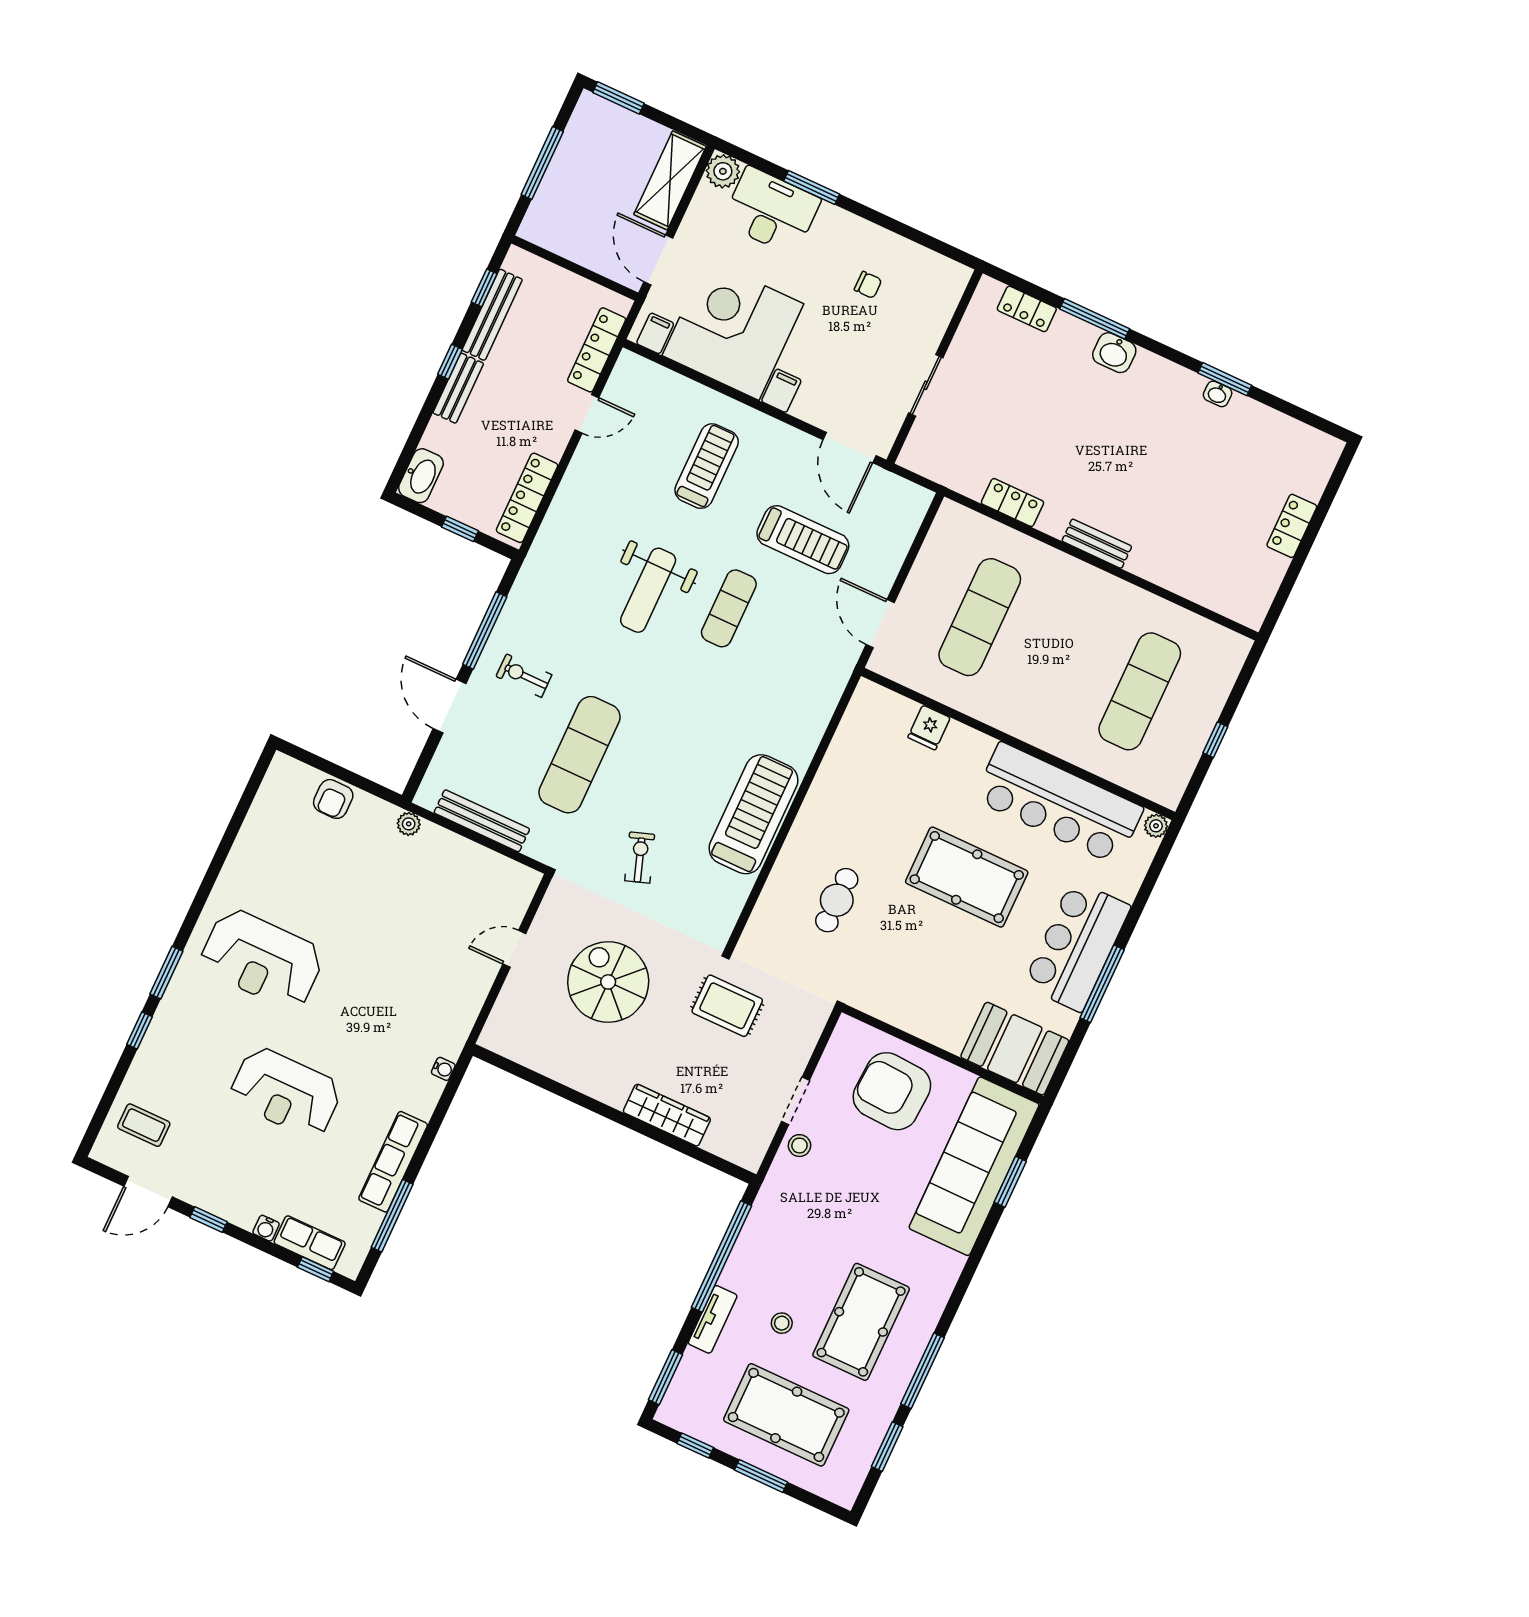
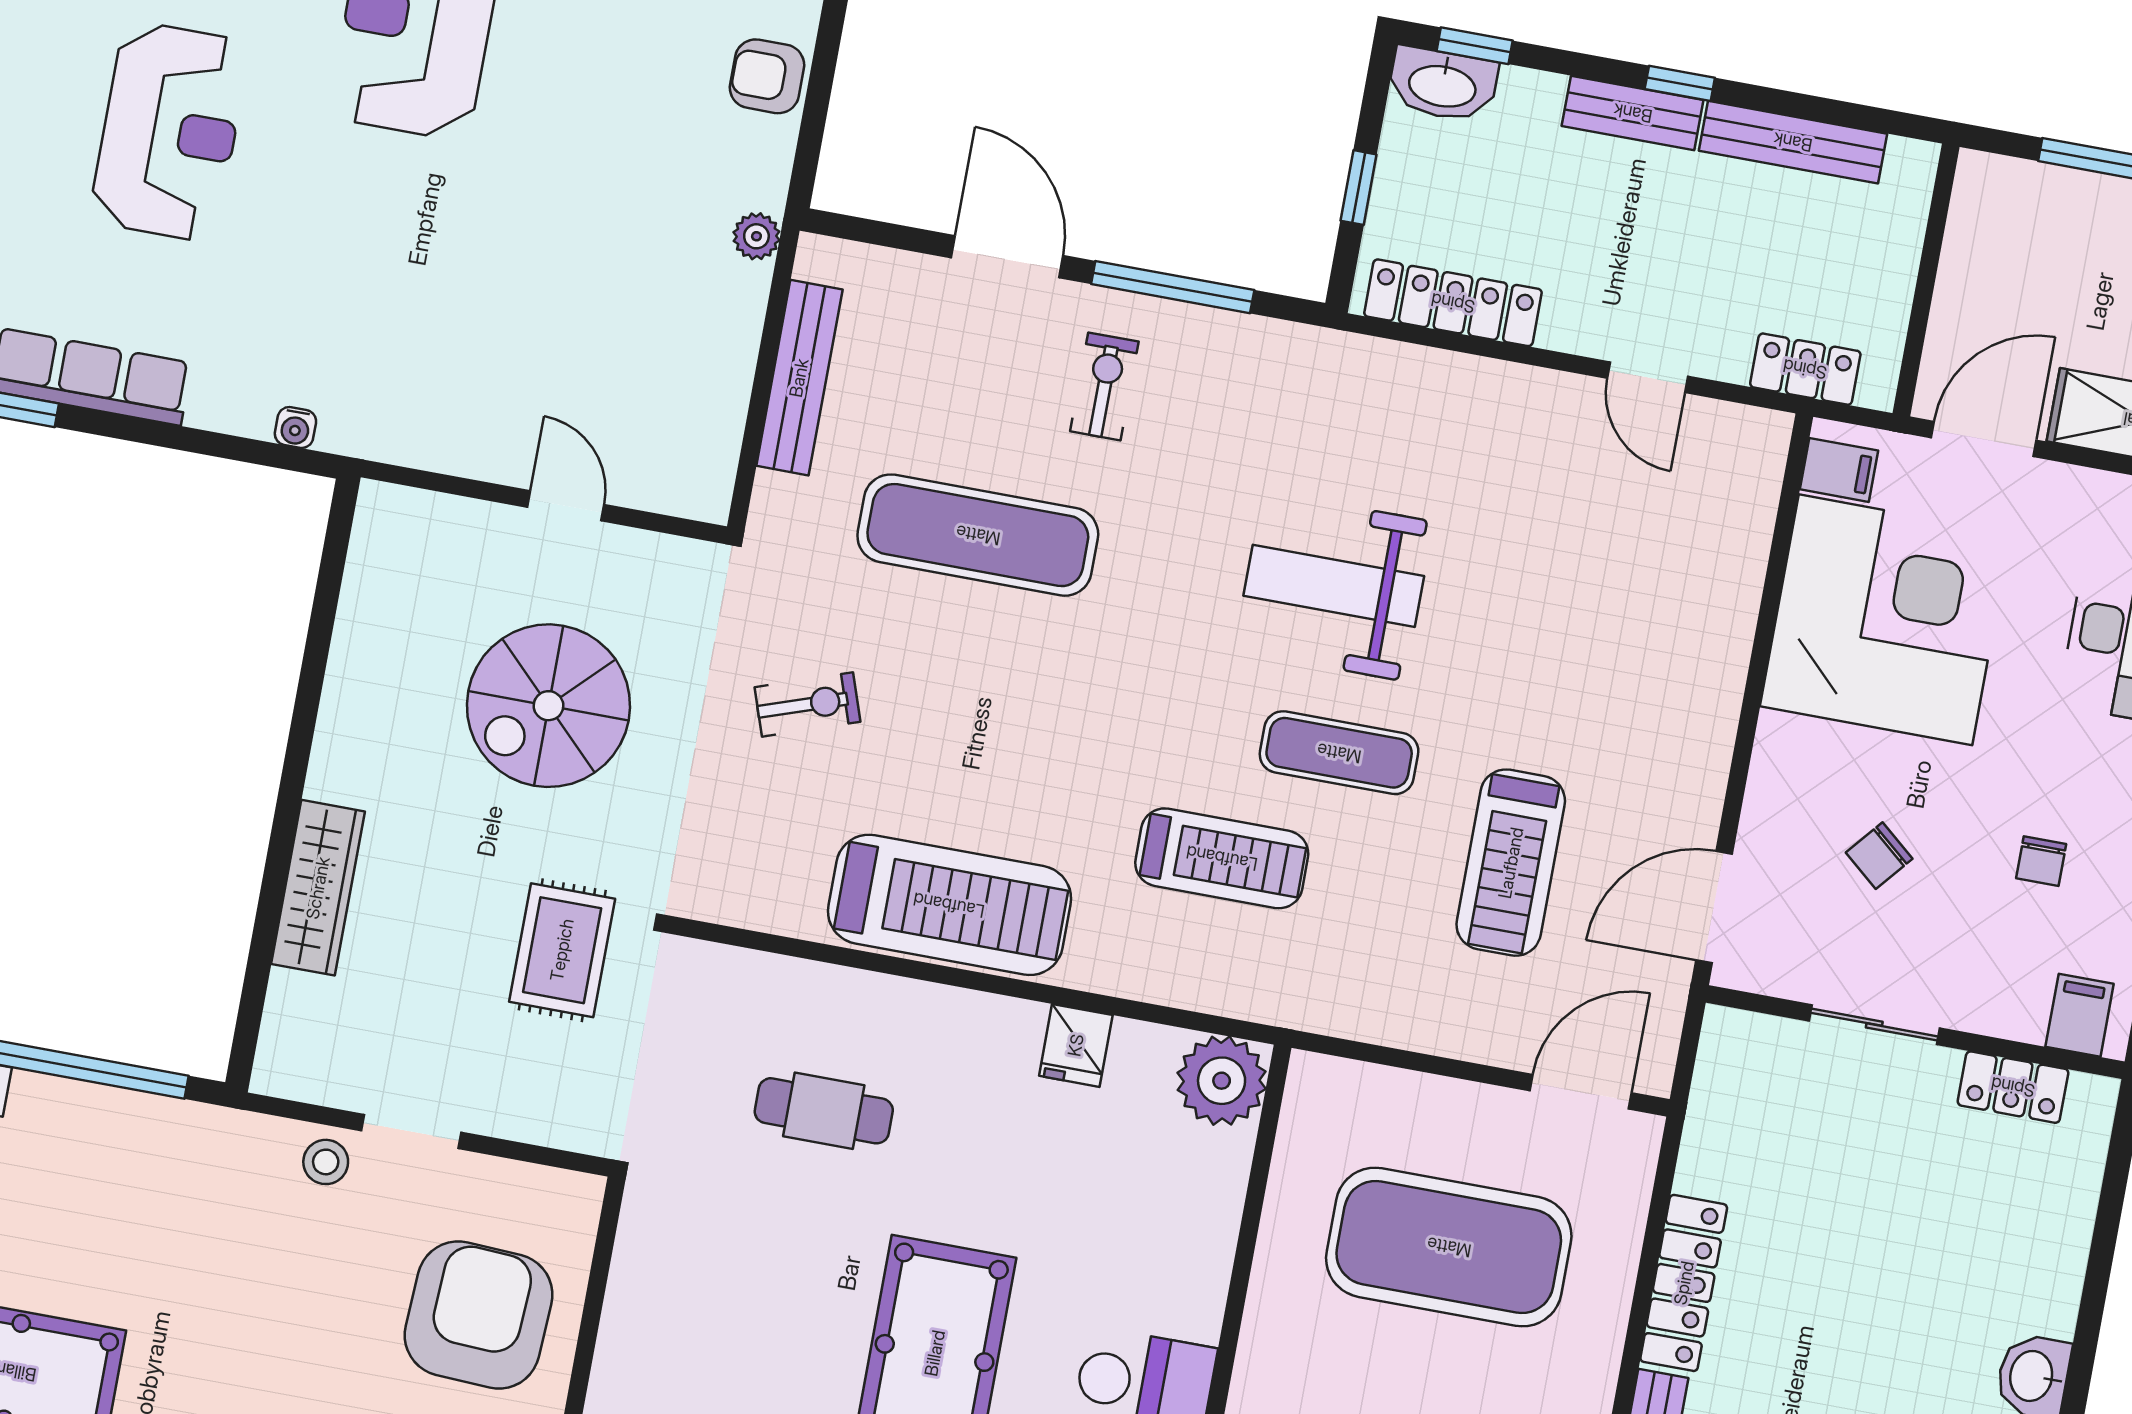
window: (484, 288) -> (1475, 46), moved
locker: (1027, 309) -> (2013, 1087), moved, turned -90
window: (1095, 319) -> (2089, 1321), removed
locker: (597, 350) -> (1805, 369), width x0.66
chair: (845, 362) -> (1879, 856), added
filing cabinet: (781, 391) -> (2080, 1015), moved, turned -90
treadmill: (707, 466) -> (1222, 858), moved
locker: (1013, 502) -> (1684, 1283), width x1.53
exercise mat: (980, 617) -> (1449, 1247), width x1.47
door: (880, 624) -> (1581, 1092), moved
plant: (872, 705) -> (1222, 1081), added
door: (450, 706) -> (1007, 257), hinge flipped
fridge: (929, 728) -> (1076, 1045), moved, turned -90
spiral stairs: (608, 982) -> (548, 706), turned 180
reception desk: (286, 1093) -> (170, 131), turned 180

